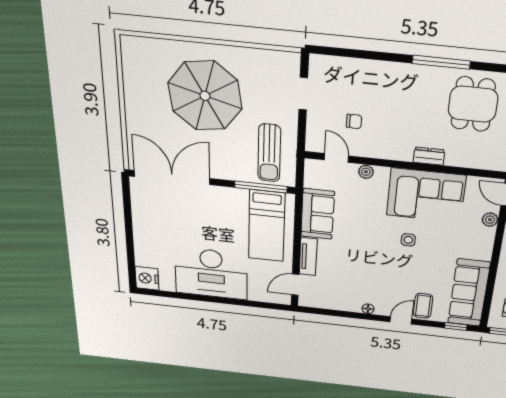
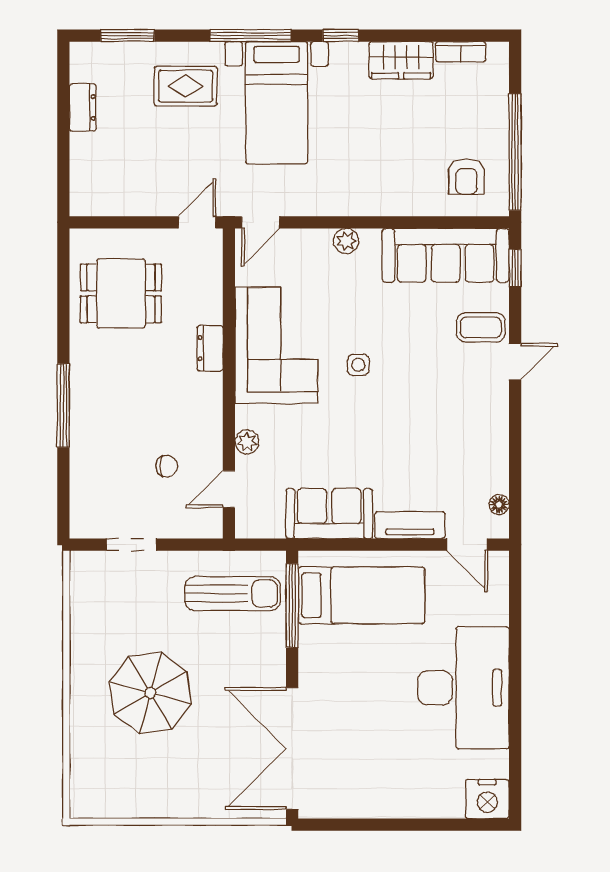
window: (441, 62) -> (63, 405), moved
parasol: (205, 96) -> (150, 693), width x0.73, depth x0.73
chair: (354, 121) -> (167, 466), turned 90
plant: (490, 220) -> (346, 241), moved
floor lamp: (368, 309) -> (499, 505), moved
door: (401, 320) -> (515, 362), swing flipped

